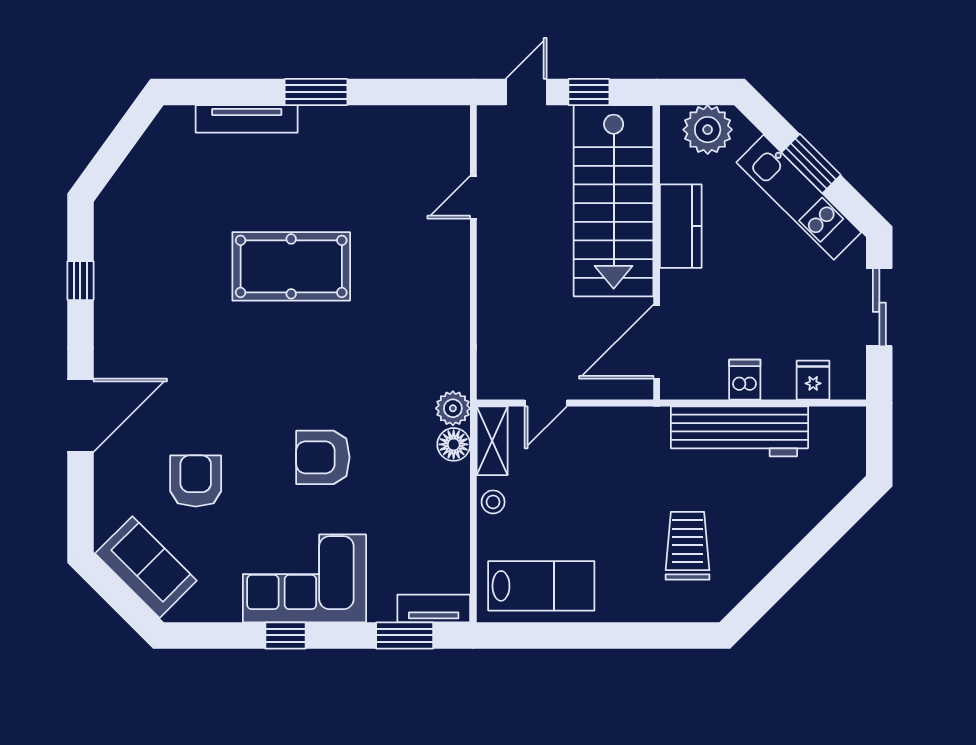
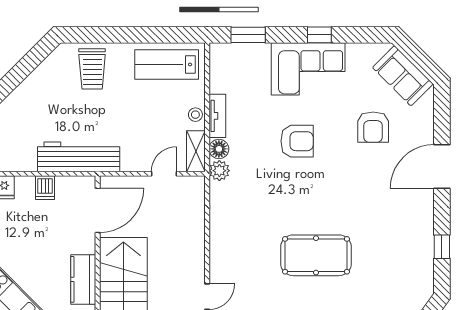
workbench: (739, 431) -> (79, 157), moved
trolley: (688, 546) -> (92, 69), moved
tv unit: (434, 608) -> (217, 116), moved, turned -90

